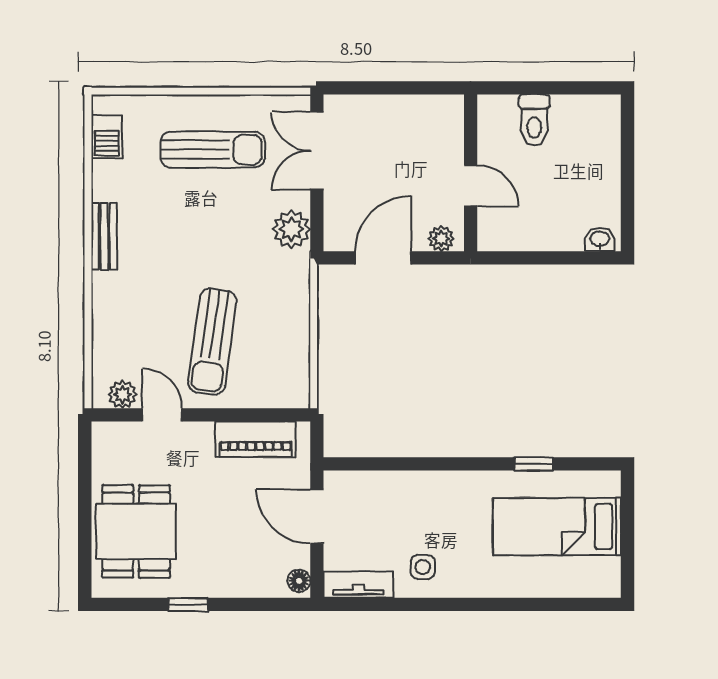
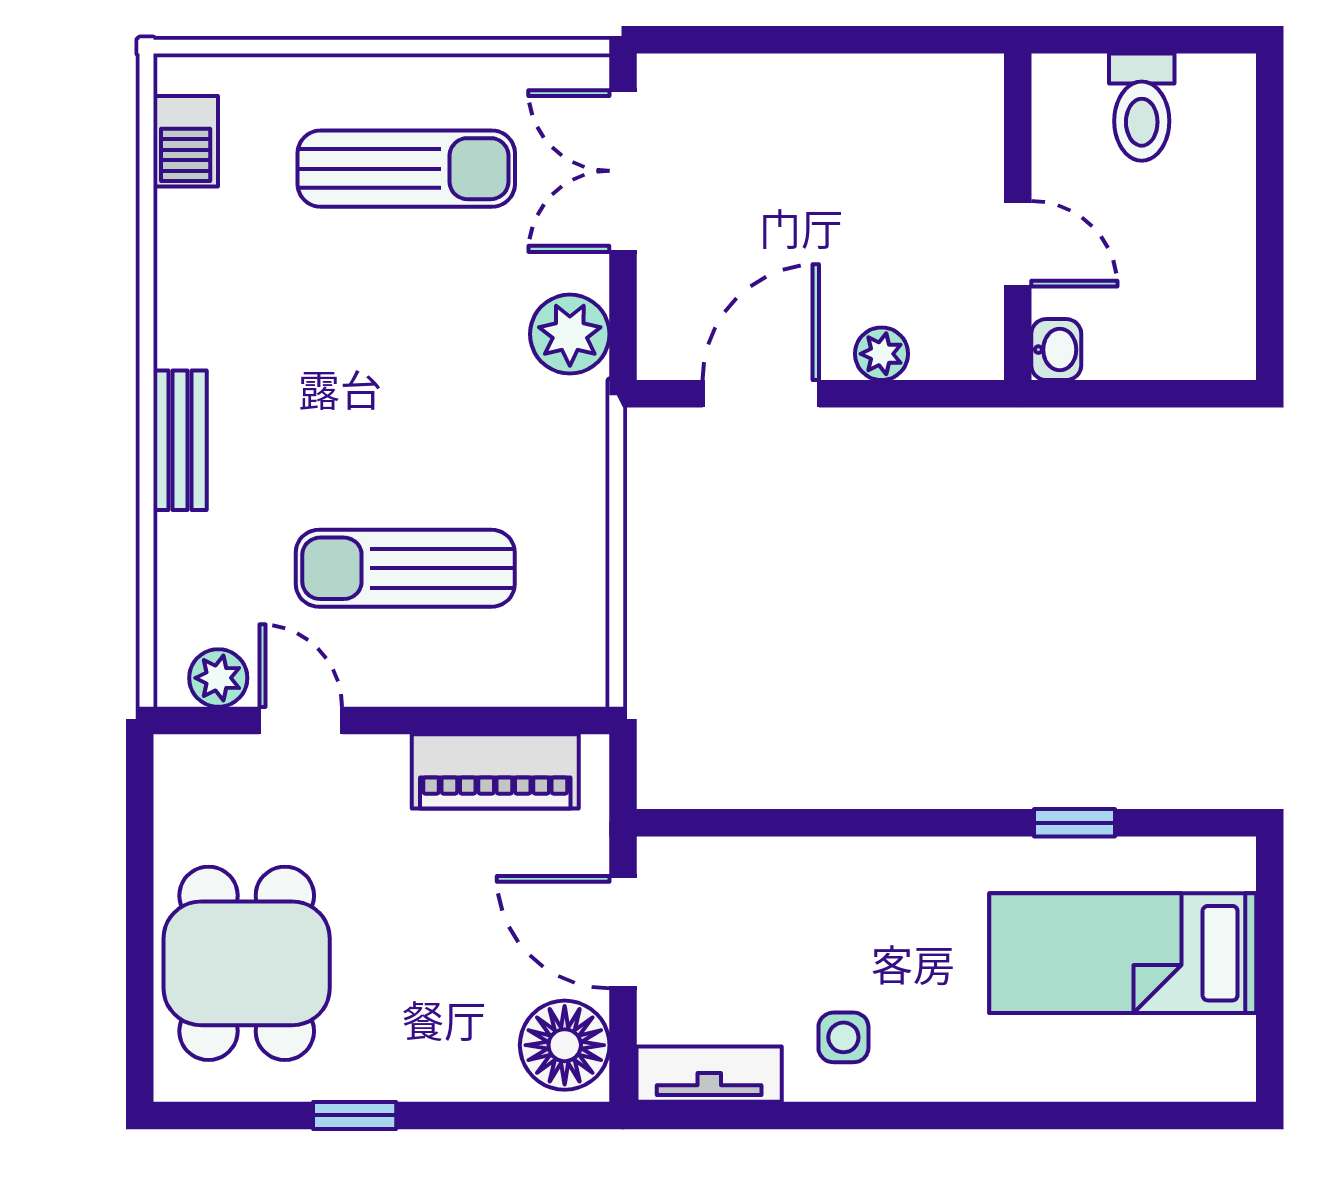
toilet: (534, 120) -> (1142, 107), moved
wall: (471, 173) -> (1018, 217), moved
door: (471, 186) -> (1018, 244), moved
bench: (104, 236) -> (180, 440), moved
washbasin: (600, 239) -> (1056, 350), moved, turned 90
sun lounger: (212, 342) -> (405, 568), turned 82
floor lamp: (299, 581) -> (565, 1045), width x1.89, depth x1.89

